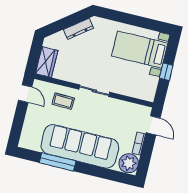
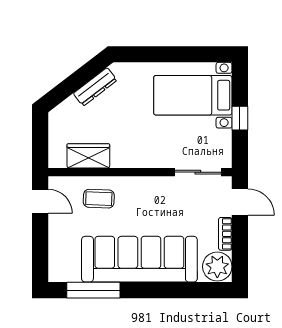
wardrobe: (47, 62) -> (88, 156), moved, turned -90
sliding door: (94, 91) -> (198, 172), moved
window: (58, 162) -> (93, 290), moved

